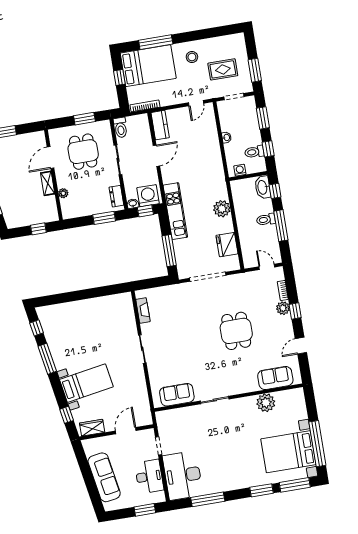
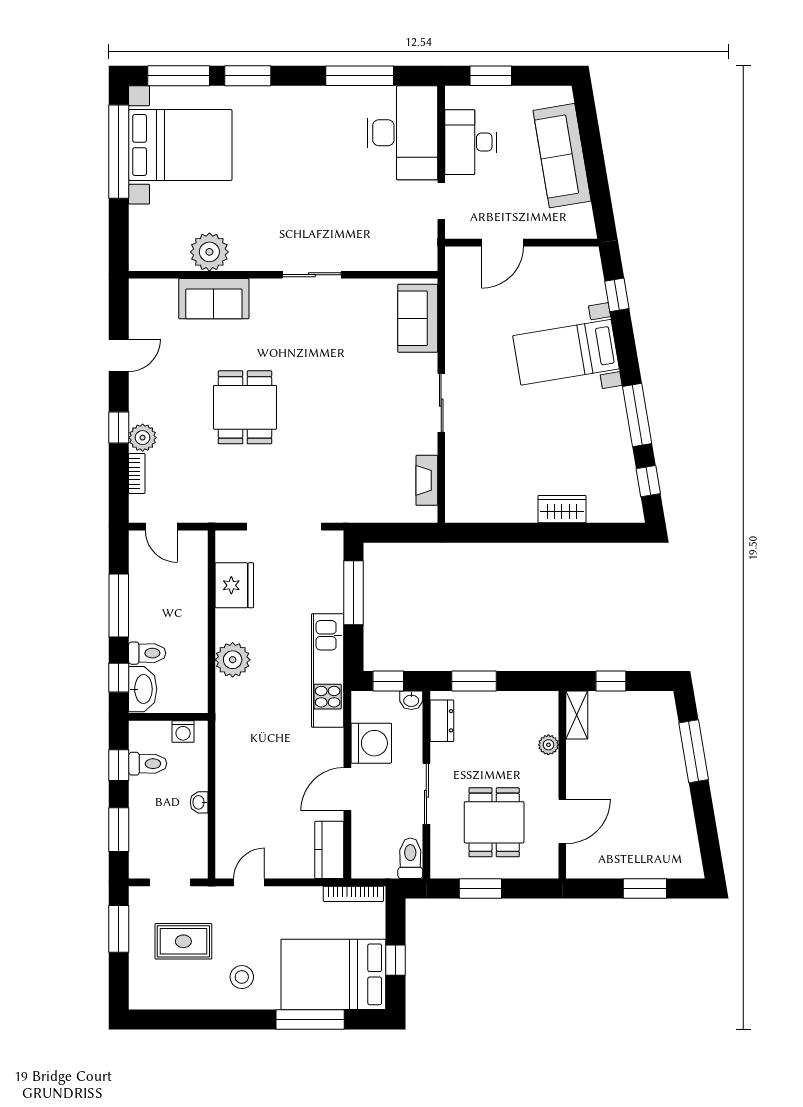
shelving: (48, 183) -> (577, 715), moved
washing machine: (148, 196) -> (371, 743), moved, turned -90
toilet: (266, 220) -> (147, 653), moved
sofa: (275, 378) -> (214, 299), moved
sofa: (177, 395) -> (418, 318), moved, turned 90
wardrobe: (92, 428) -> (562, 509), moved, turned 180

